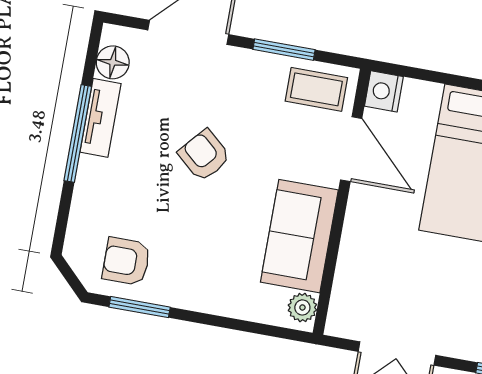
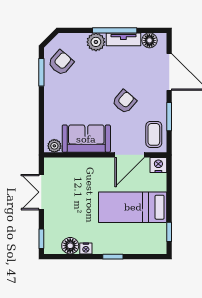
armchair: (204, 155) -> (124, 102), moved
plant: (95, 178) -> (96, 42), added
armchair: (126, 261) -> (61, 63), turned 41

